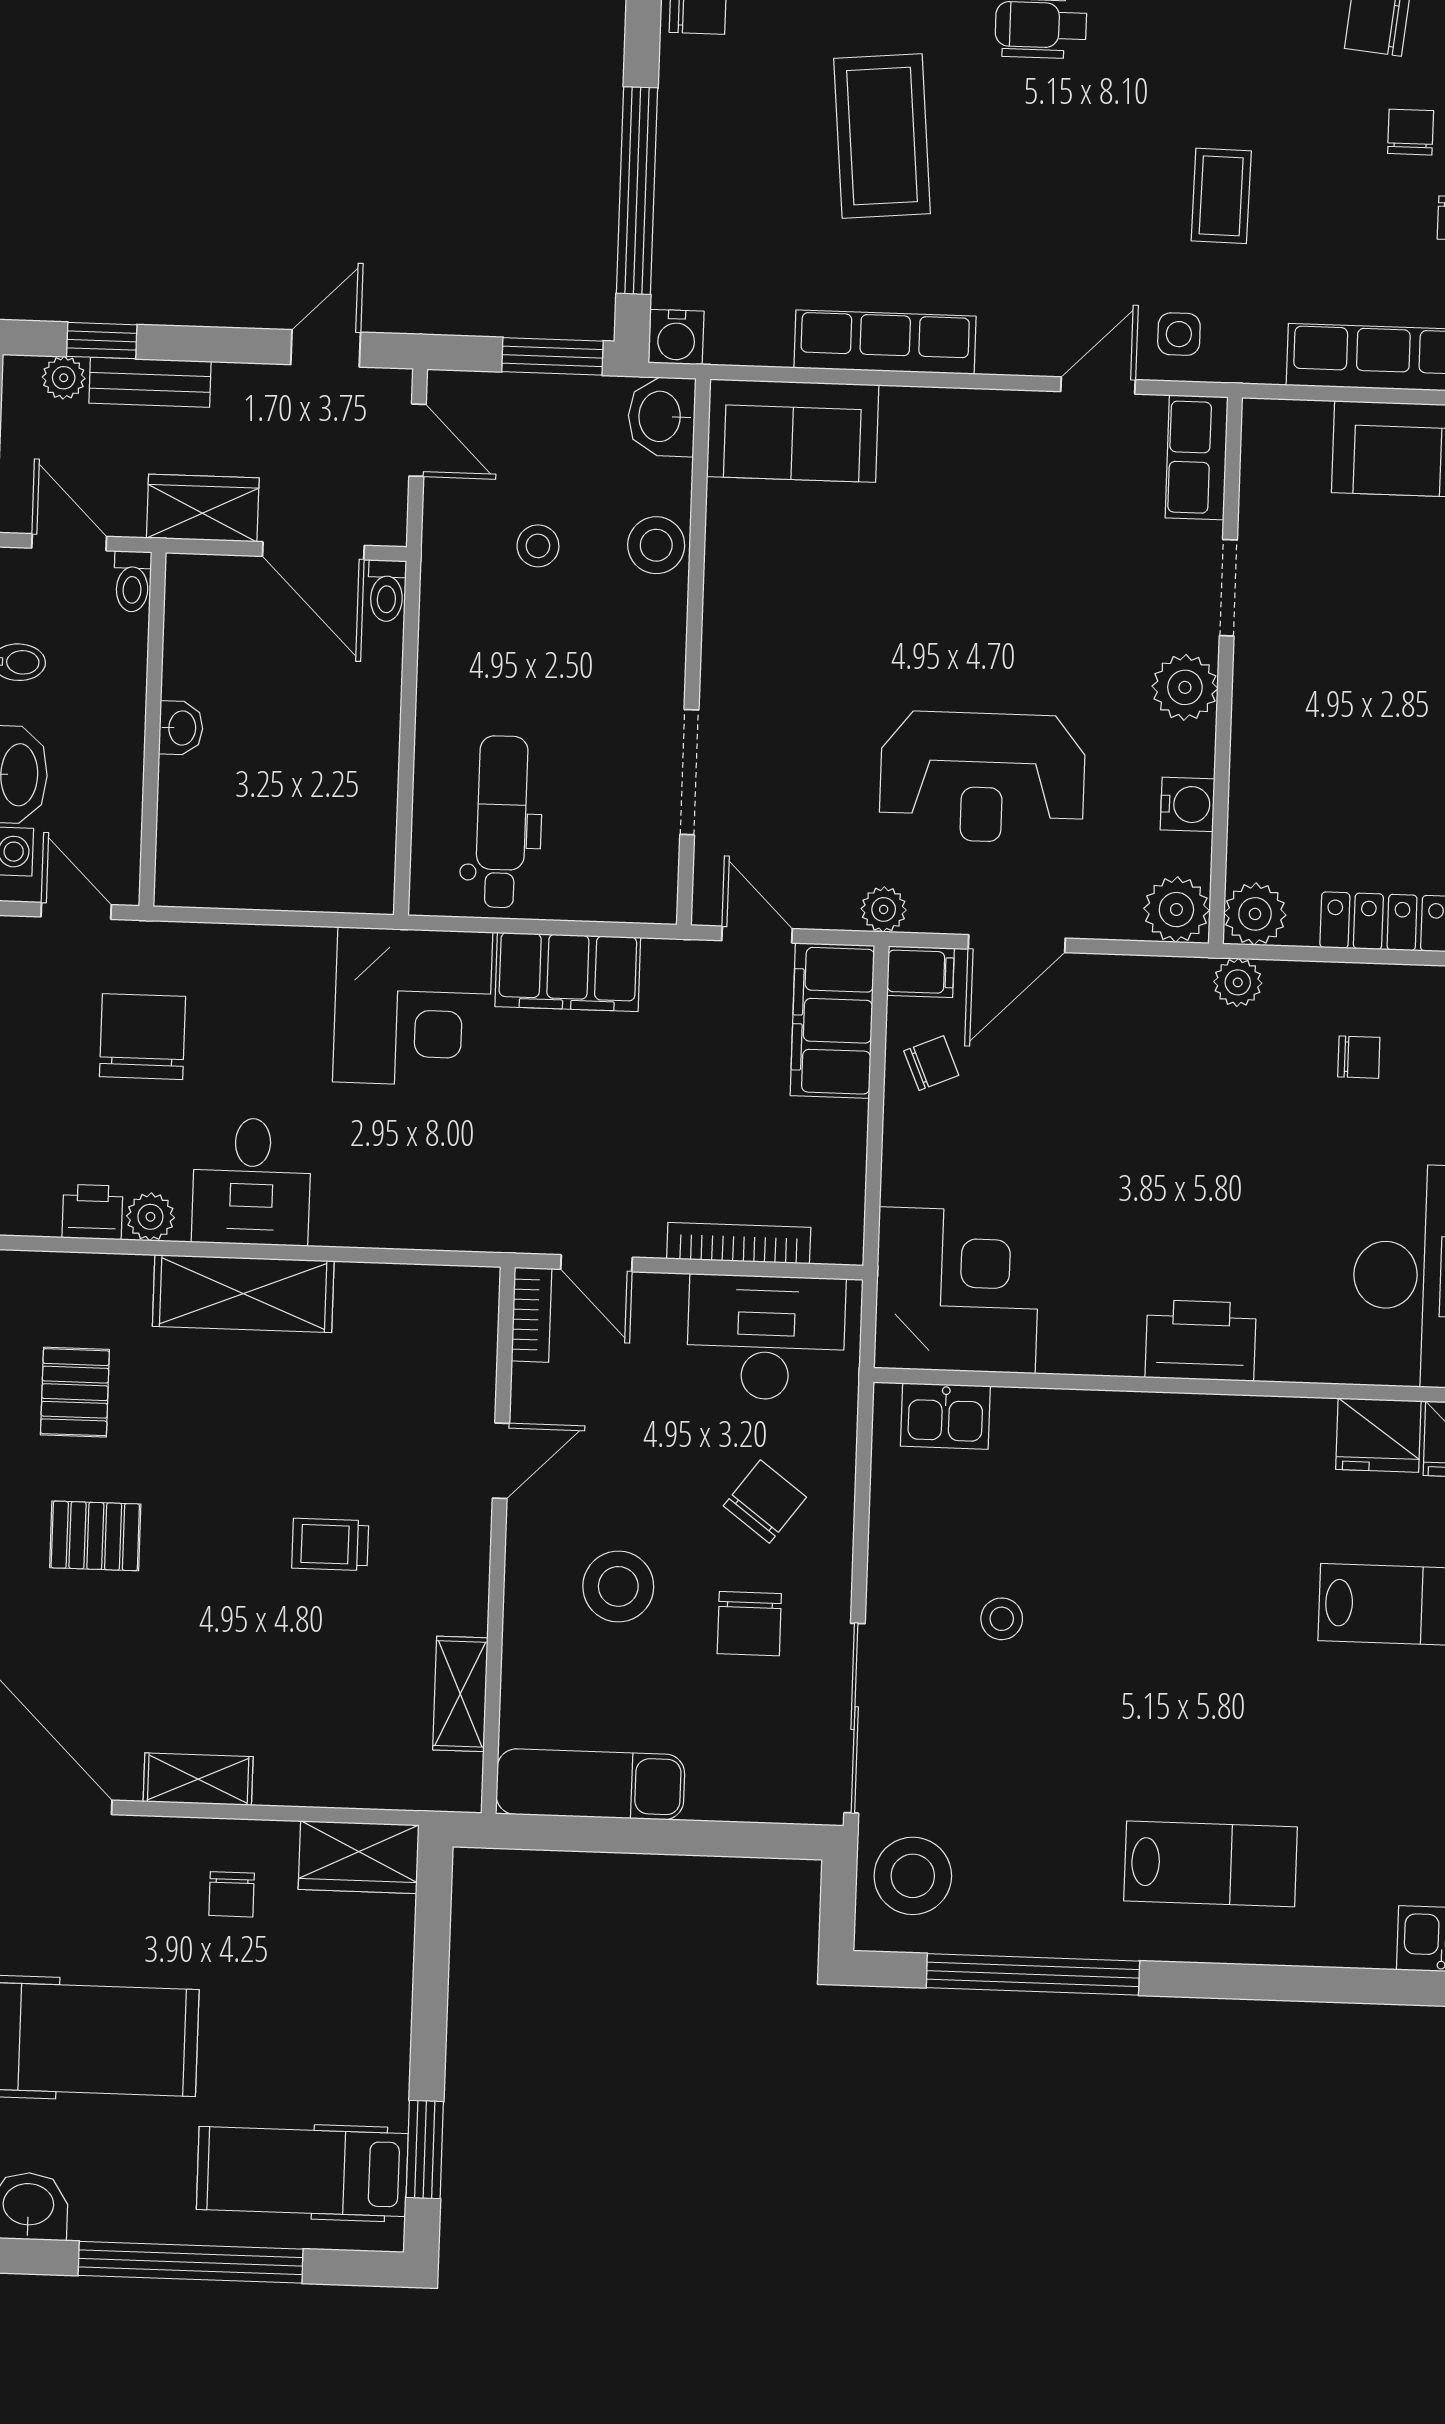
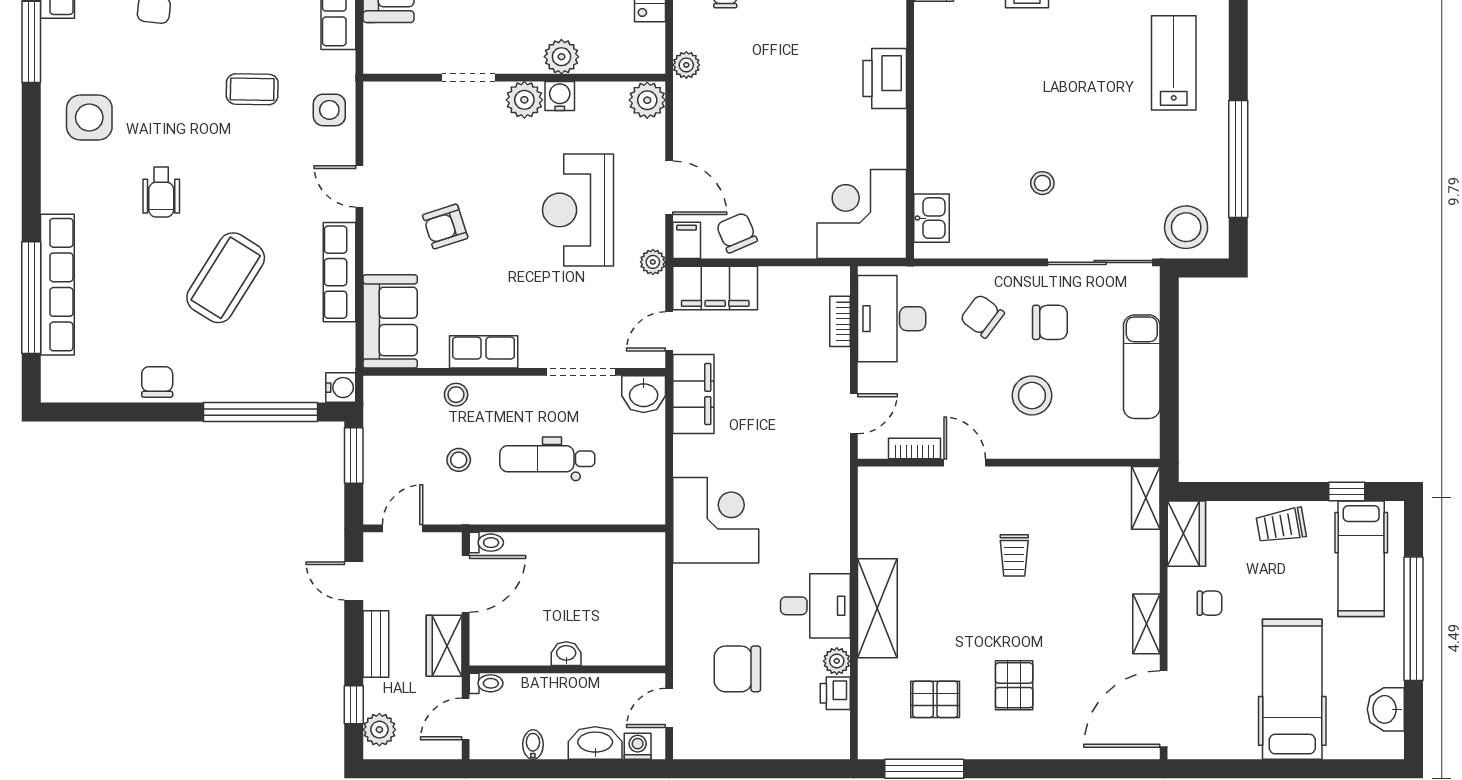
coffee table: (882, 136) -> (226, 278), turned -53
side table: (1179, 334) -> (329, 110), width x1.37, depth x1.37
plant: (64, 378) -> (379, 730), width x1.38, depth x1.38
bench: (150, 382) -> (376, 644), moved
door: (1098, 386) -> (359, 186), moved
washbasin: (662, 416) -> (644, 394), moved
row of seats: (1197, 457) -> (484, 352), moved, turned 180
armchair: (961, 536) -> (445, 227), added
stool: (656, 545) -> (456, 395), width x0.73, depth x0.73
reception desk: (982, 777) -> (578, 210), turned 180
water cooler: (1188, 804) -> (560, 96), moved
dental chair: (502, 822) -> (547, 459), moved
plant: (1255, 914) -> (561, 57), moved
filing cabinet: (568, 972) -> (693, 394), moved
chair: (931, 1063) -> (737, 233), width x1.37, depth x1.37
bookcase: (739, 1243) -> (840, 321), width x0.64
bookcase: (532, 1315) -> (915, 449), moved
shelving: (460, 1694) -> (1146, 498), moved, turned 90
exam couch: (590, 1784) -> (1142, 367), moved
trolley: (367, 2029) -> (1281, 526), added
window: (425, 2150) -> (1347, 492), width x0.67

